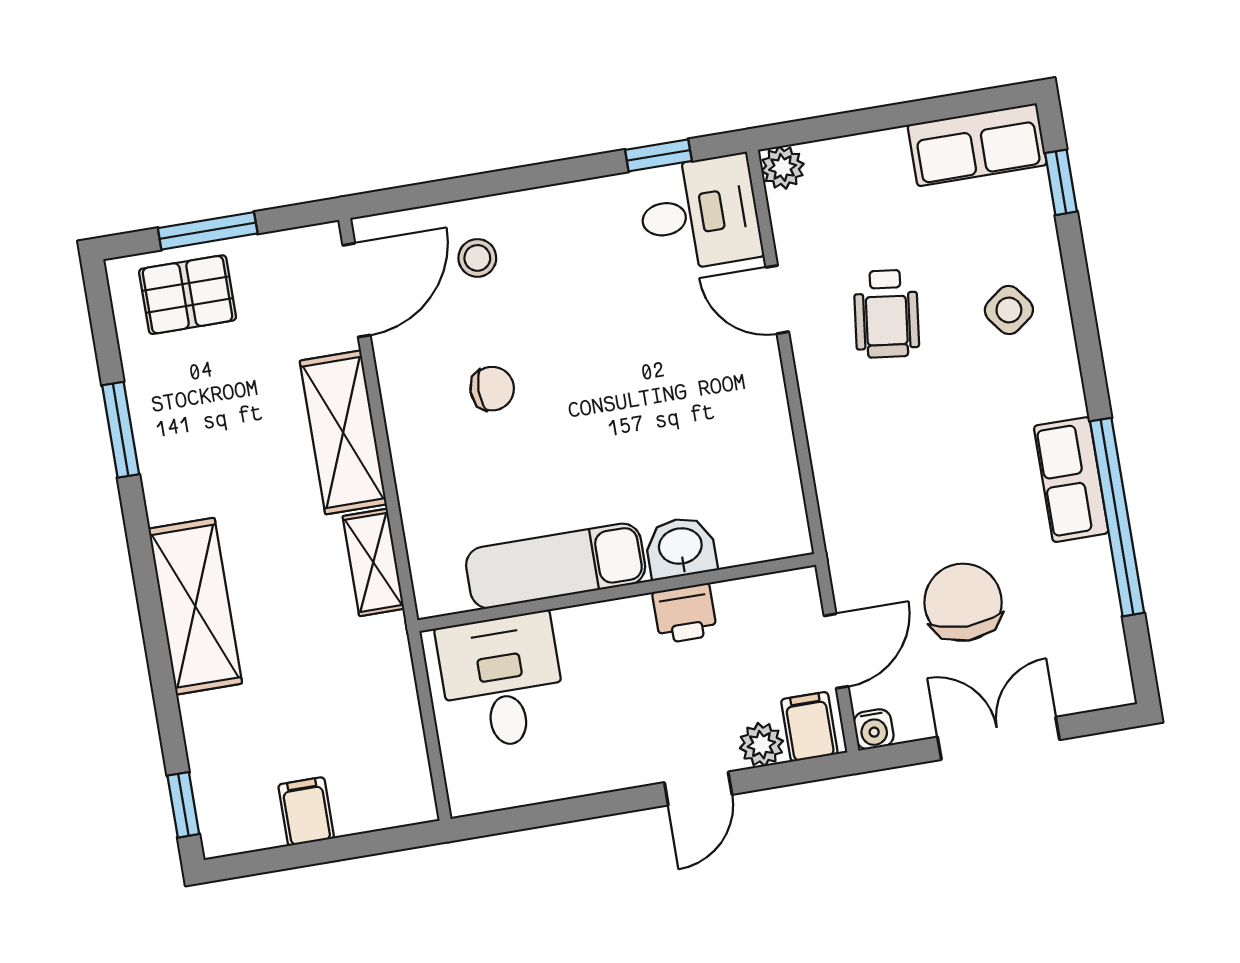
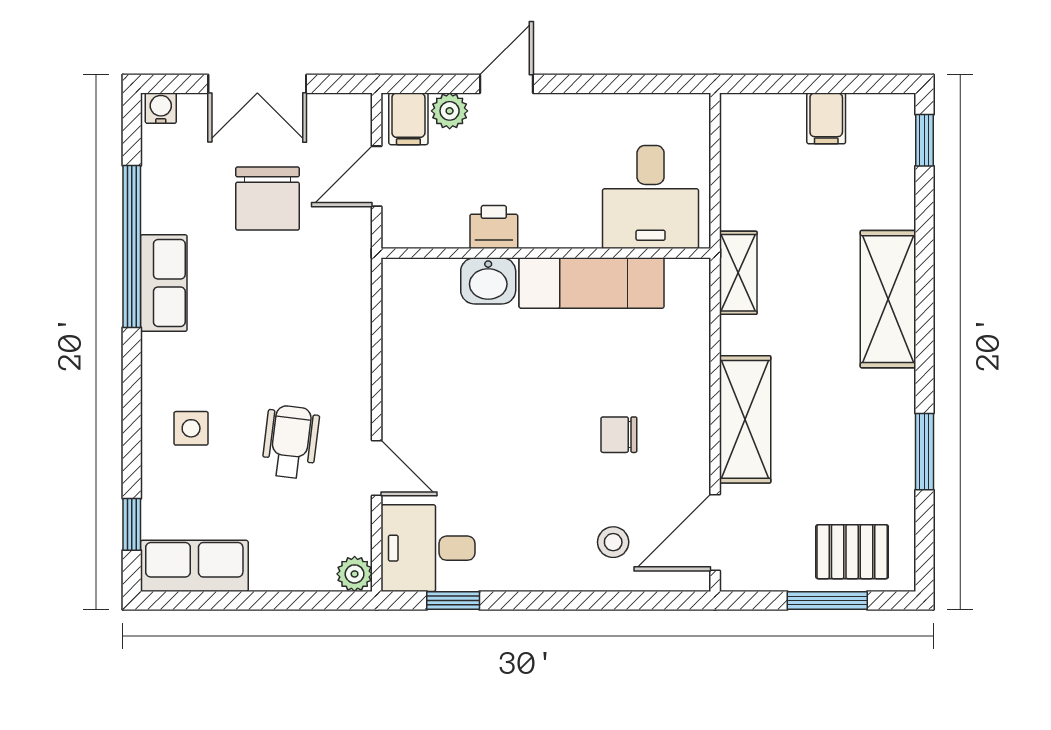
side table: (1009, 310) -> (191, 428), turned 37
shelving: (373, 562) -> (738, 273), moved
water cooler: (874, 729) -> (161, 108), moved

